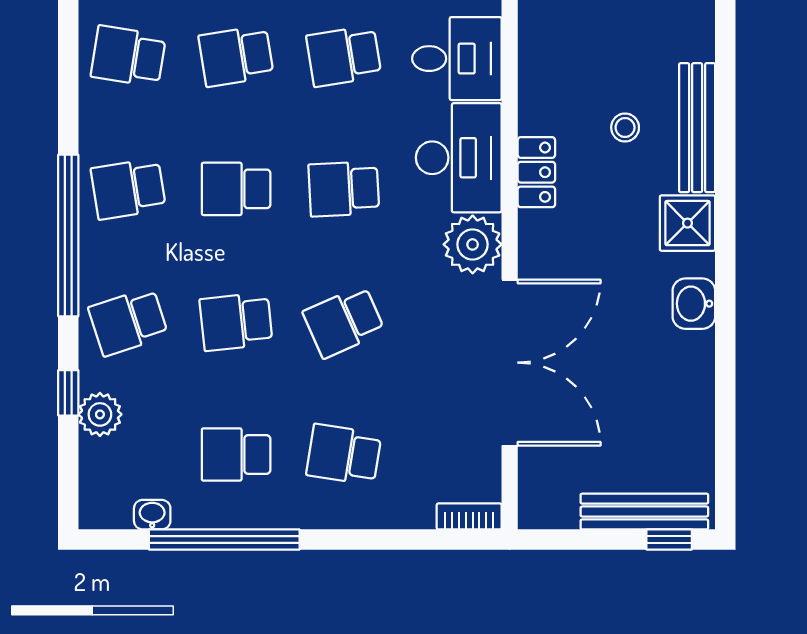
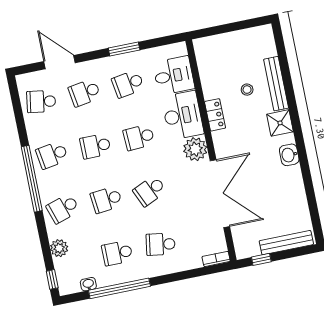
window: (68, 393) -> (52, 279), moved
window: (669, 539) -> (261, 259), moved

